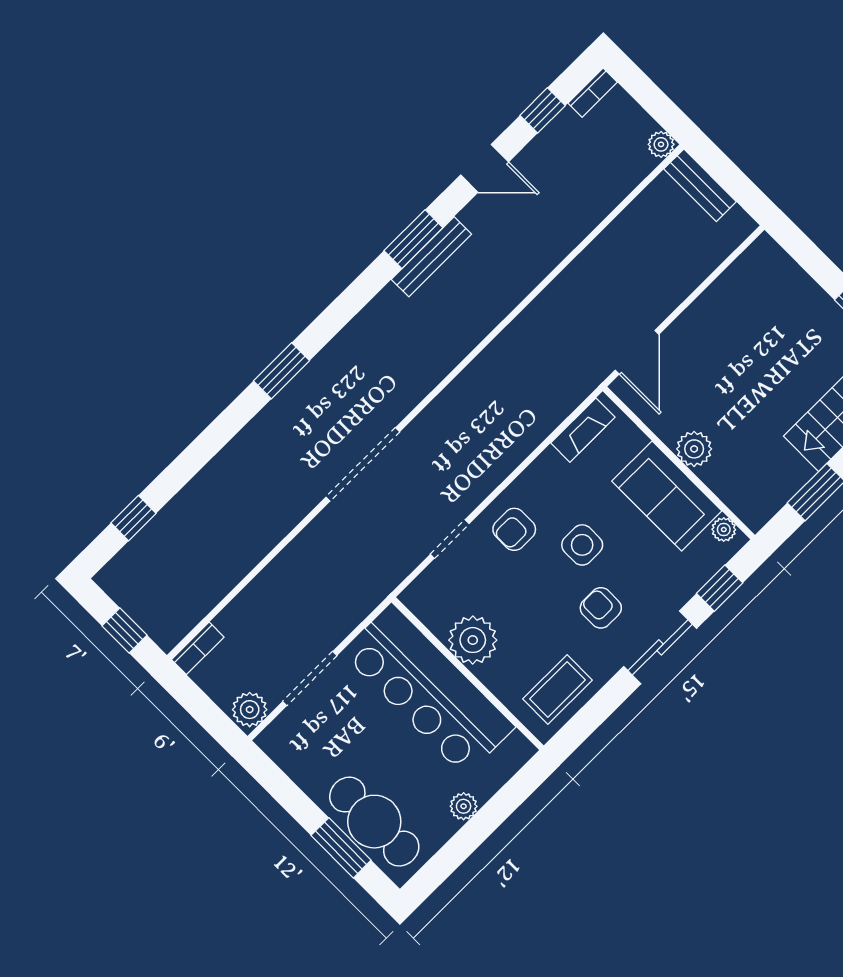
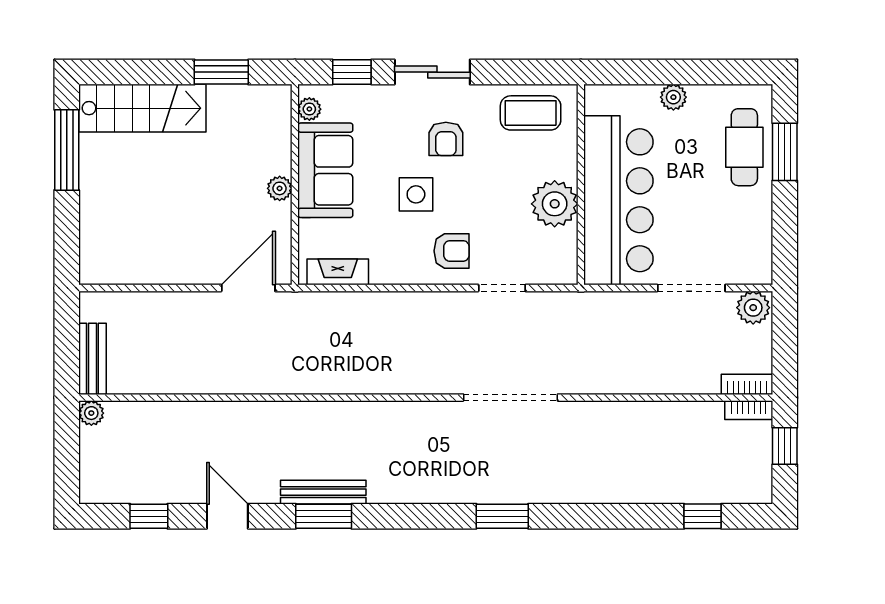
bookcase: (593, 93) -> (749, 410), moved, turned 180
plant: (694, 449) -> (280, 188), width x0.73, depth x0.73
cafe table: (374, 822) -> (744, 147), width x0.73, depth x0.74

